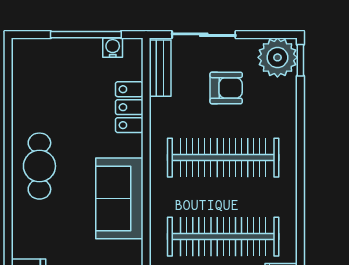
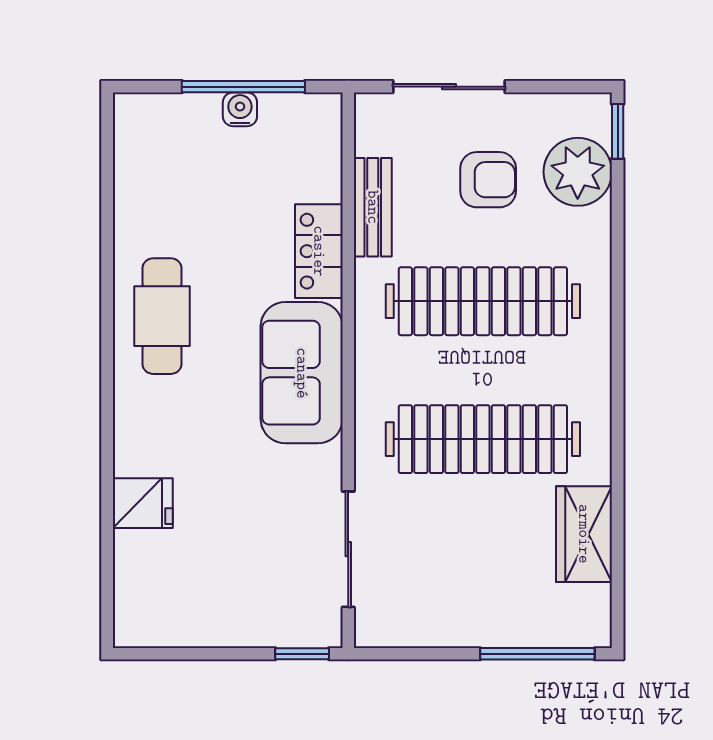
water cooler: (113, 48) -> (240, 109), moved
plant: (277, 57) -> (578, 172), moved
bench: (160, 68) -> (373, 207), moved
locker: (129, 107) -> (319, 251), moved

